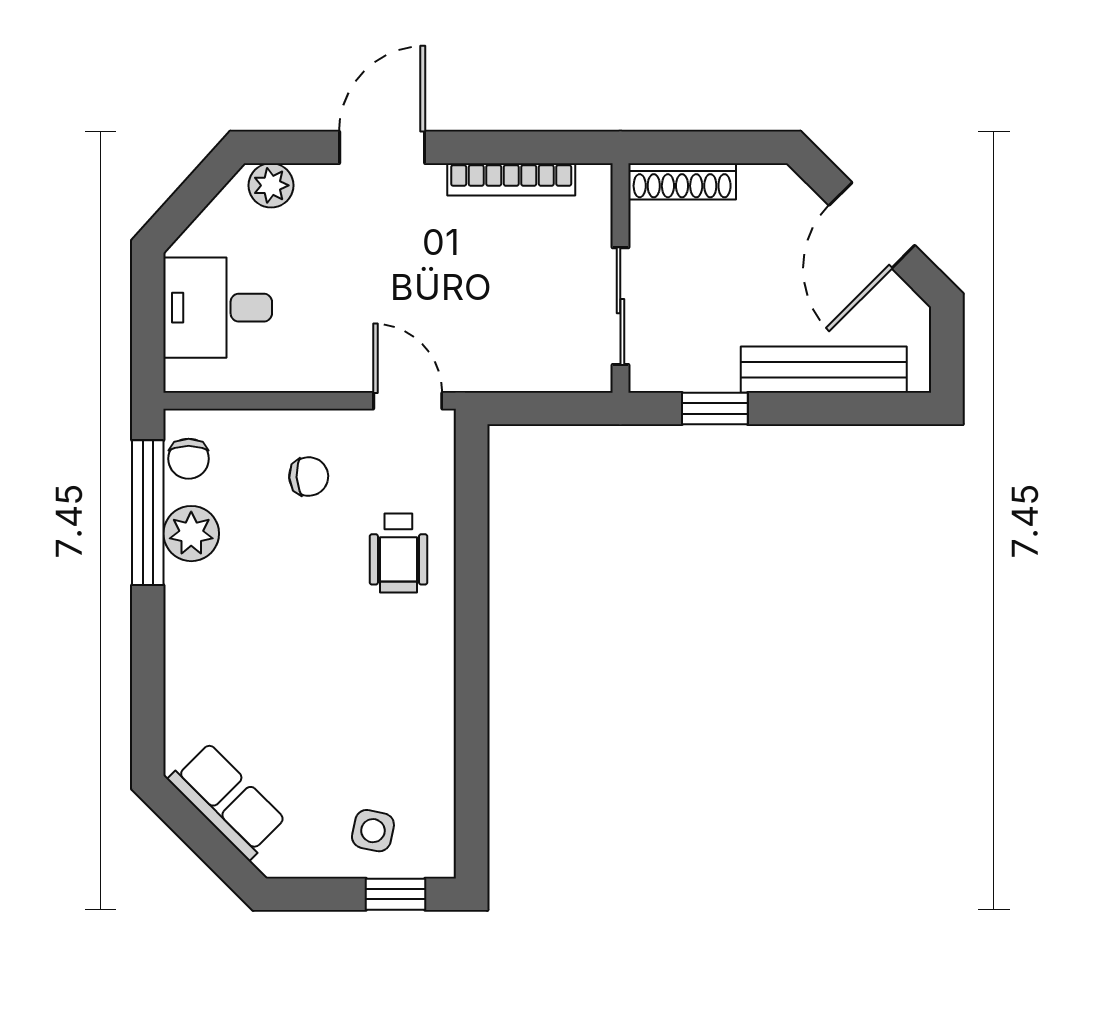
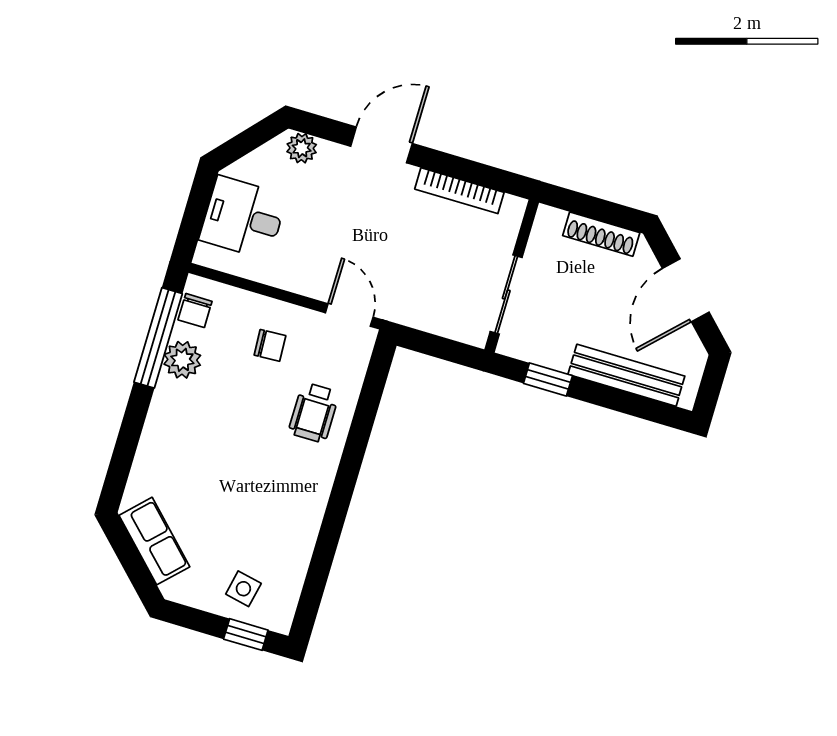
shoe rack: (682, 181) -> (601, 234), moved

